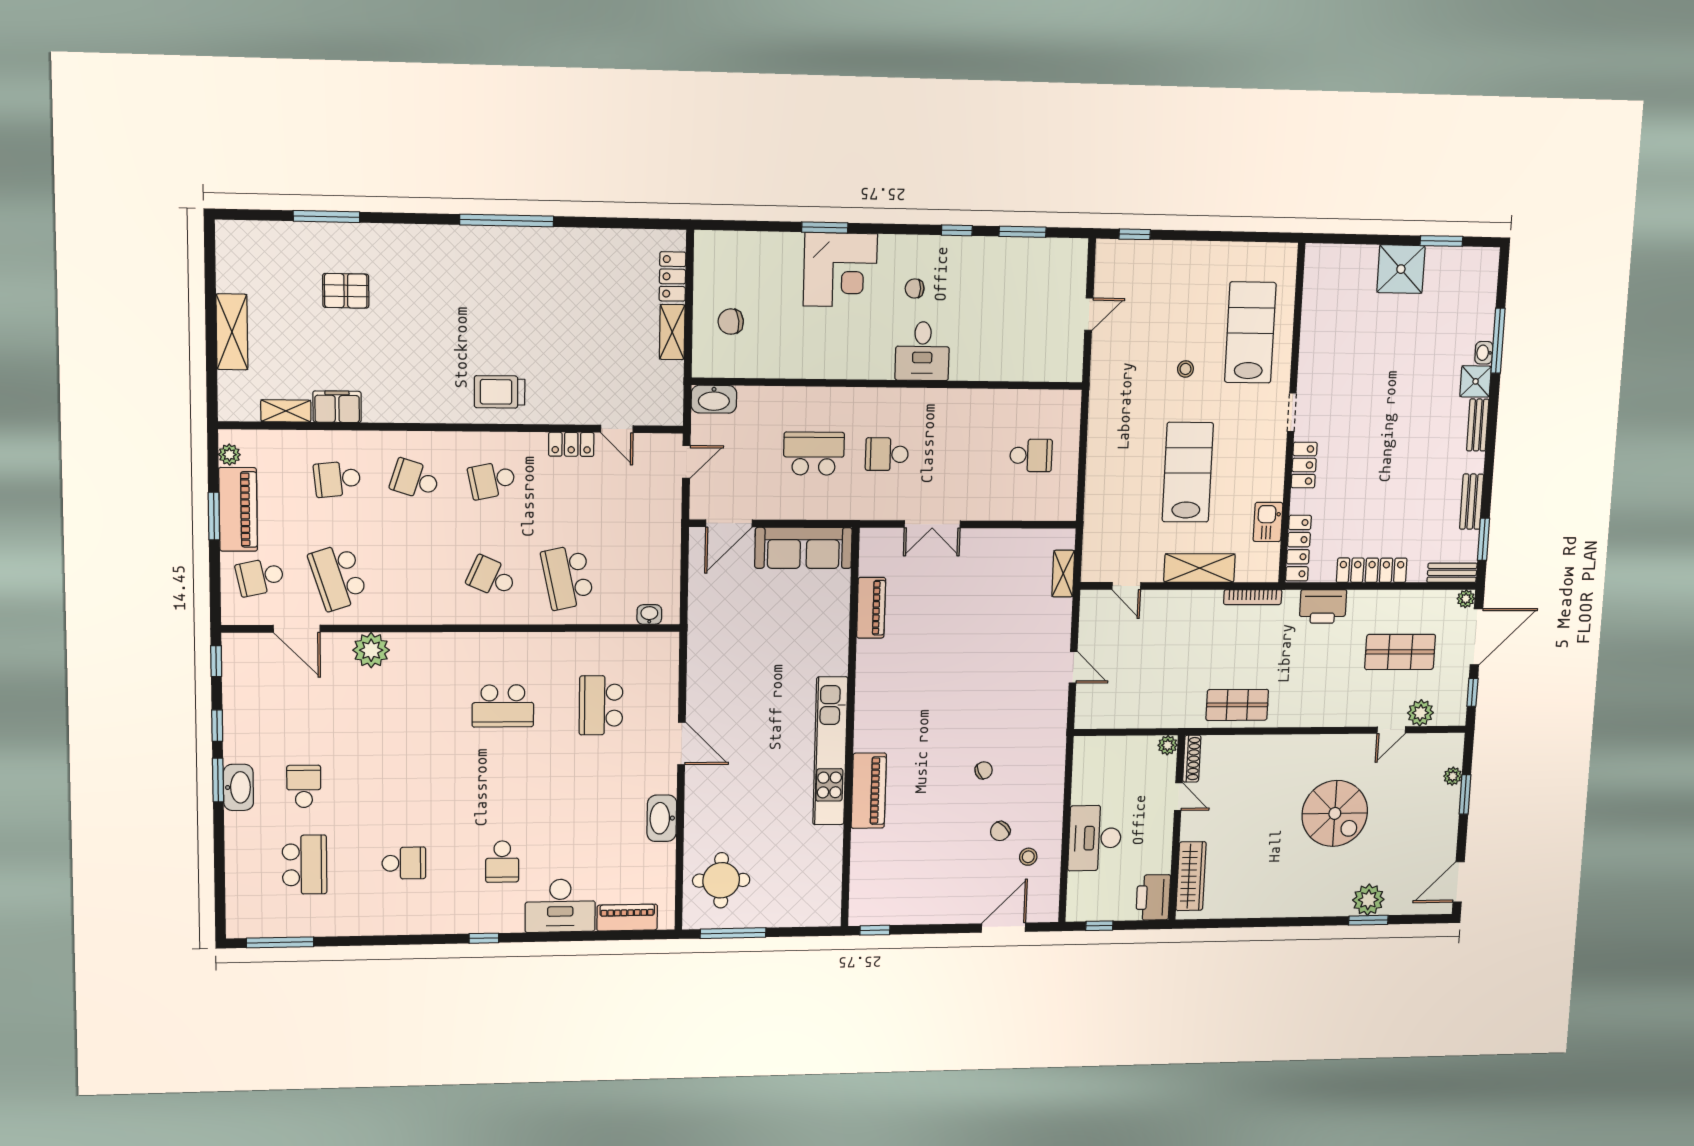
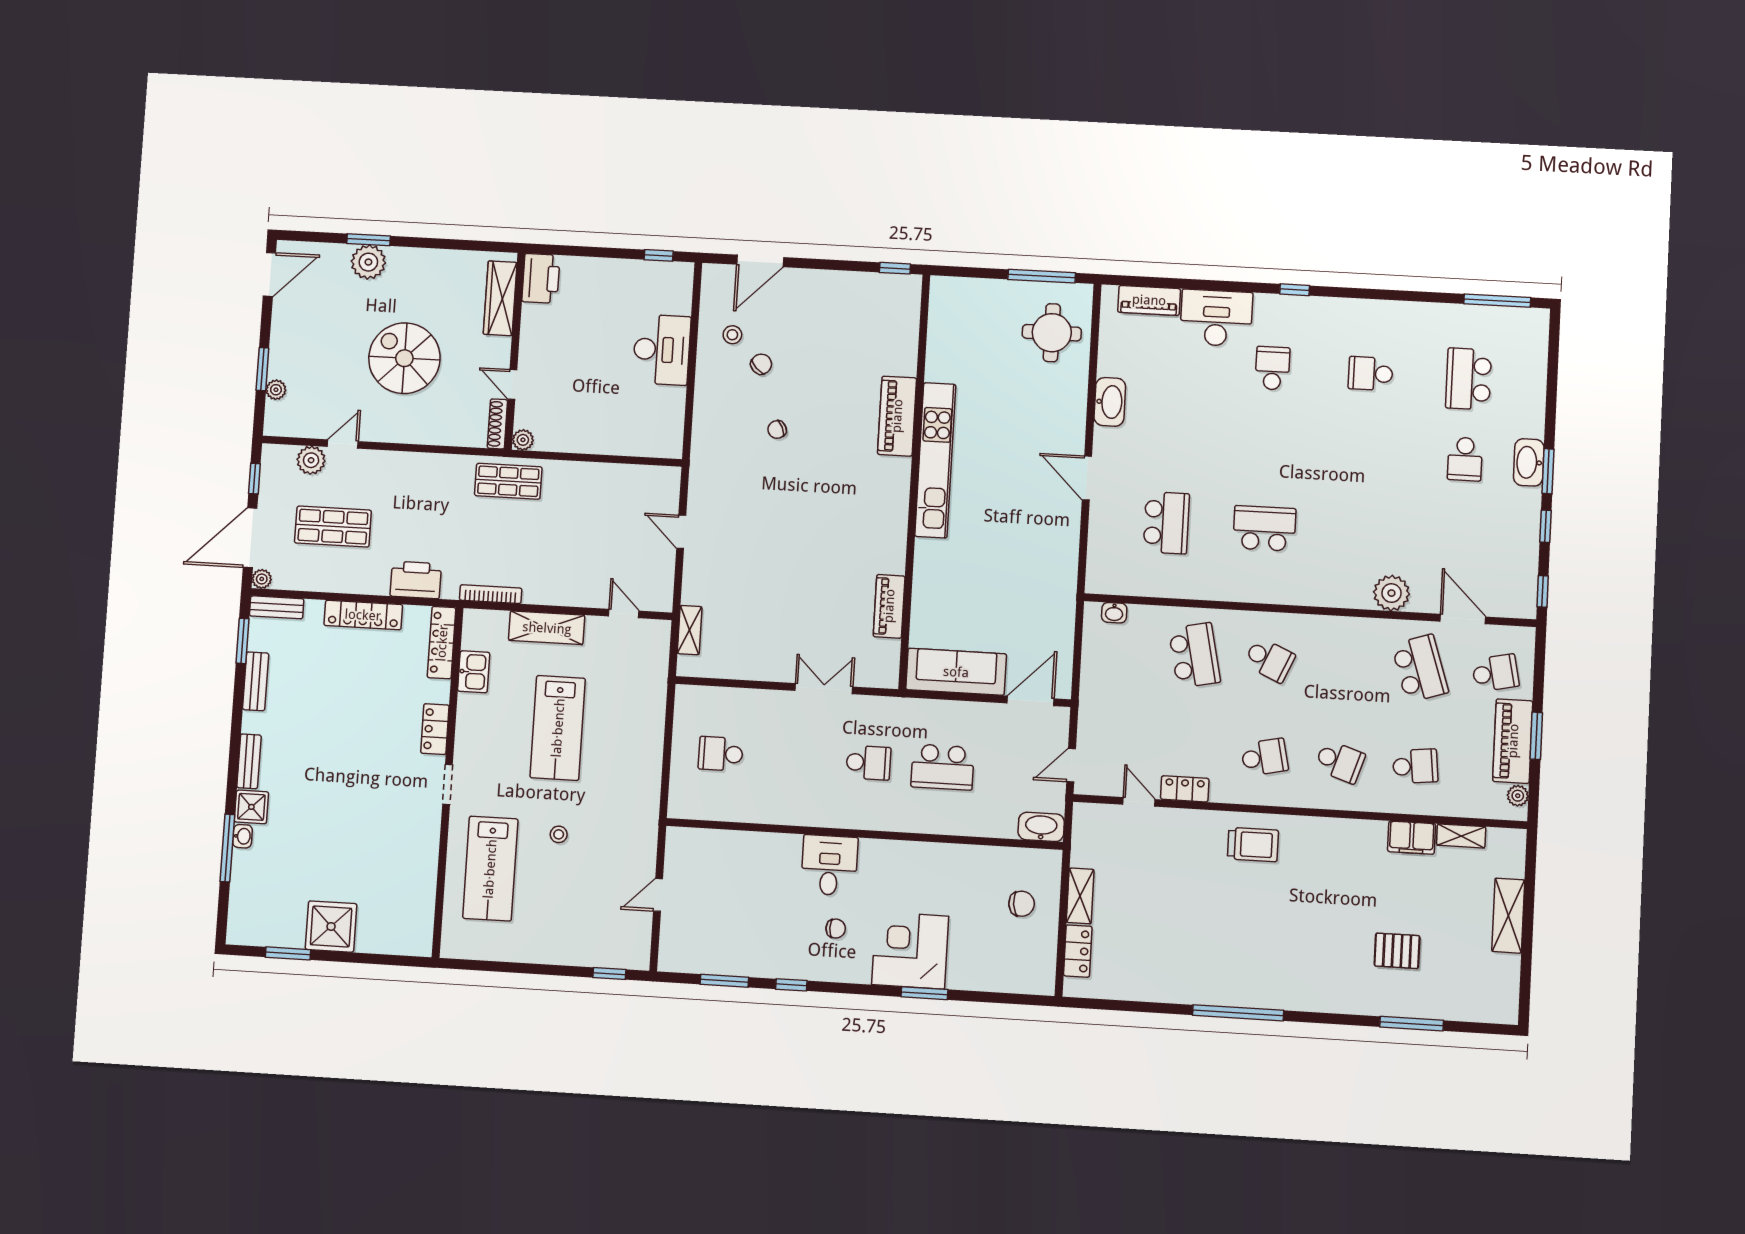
plant: (1168, 745) -> (523, 440), moved
shoe rack: (1192, 759) -> (497, 424), moved
door: (1178, 797) -> (512, 385), moved
wall: (1177, 828) -> (515, 351), moved
wardrobe: (1191, 876) -> (500, 298), moved
printer: (1153, 897) -> (541, 278), moved

